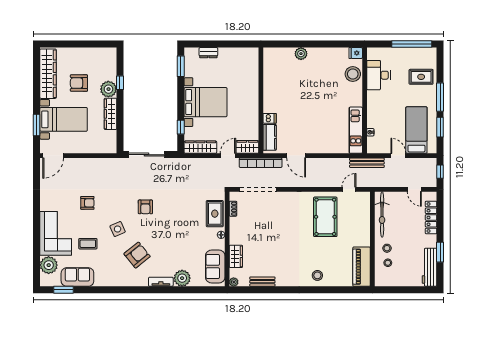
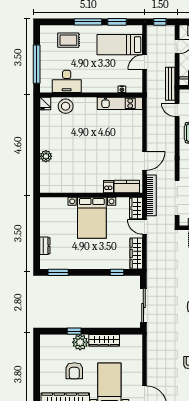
window: (412, 44) -> (37, 64), moved
rug: (421, 77) -> (68, 40), turned 90
bed with nightstands: (206, 102) -> (92, 218), moved, turned 180
bench: (367, 163) -> (170, 84), moved

